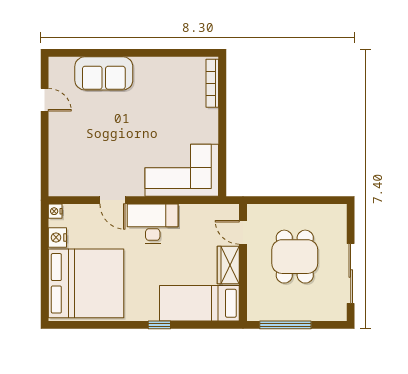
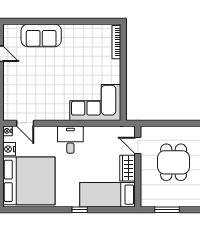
door: (113, 200) -> (25, 123), moved
desk: (153, 224) -> (70, 140), width x0.73
window: (285, 325) -> (167, 210), width x0.69

